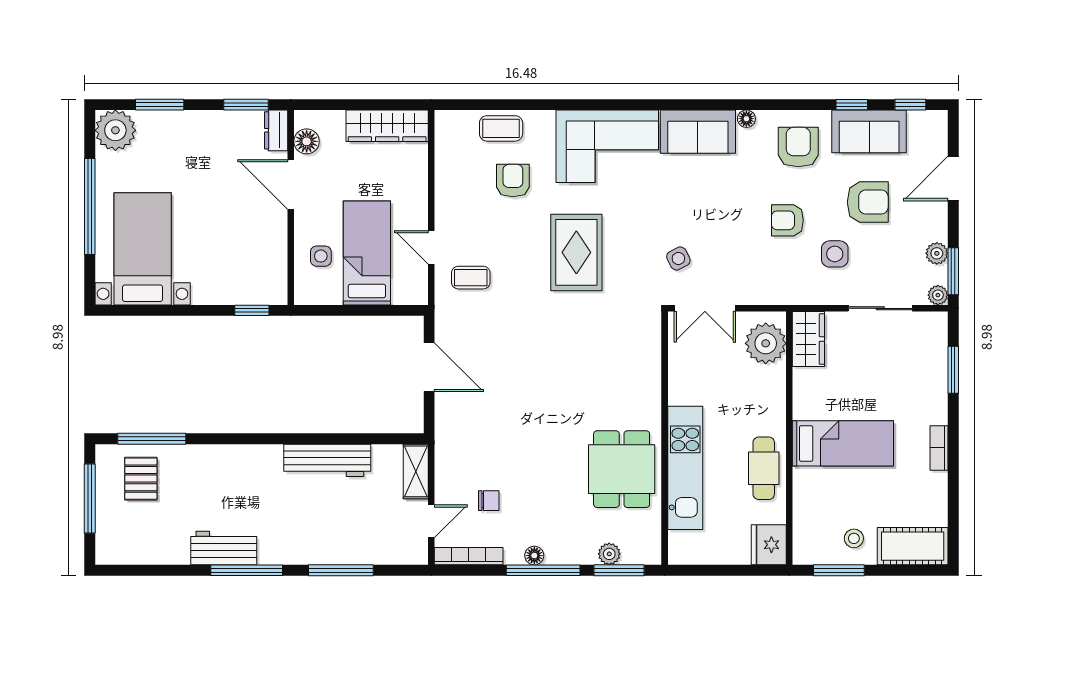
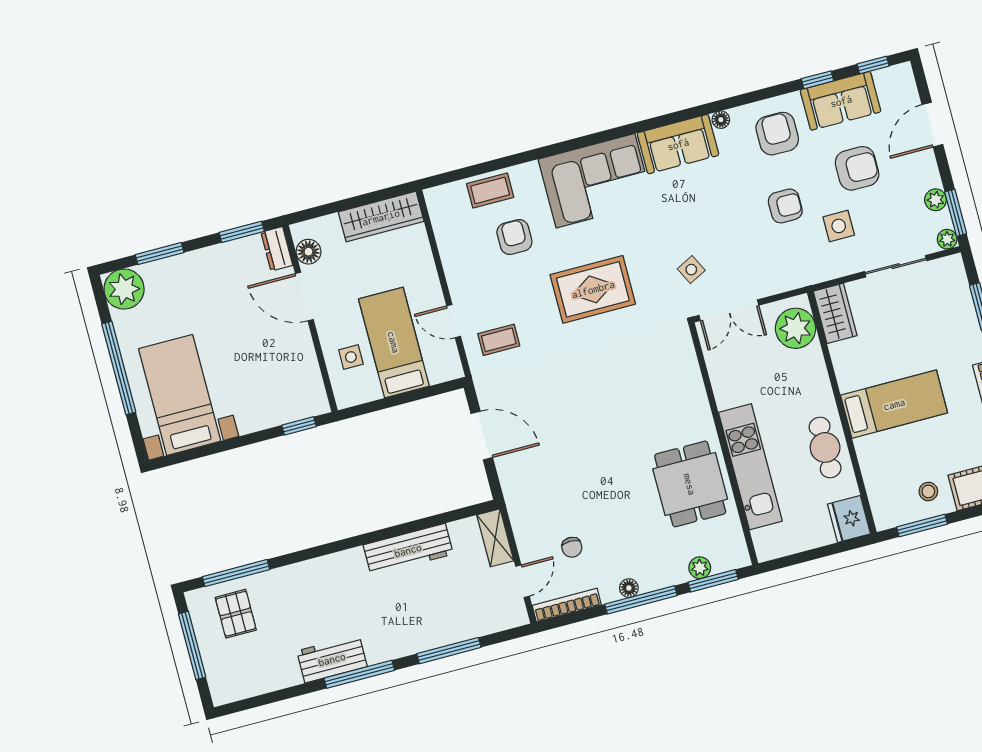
armchair: (787, 220) -> (785, 206), turned 180
rug: (576, 252) -> (593, 289), turned 90
chair: (489, 501) -> (572, 547), turned 90

